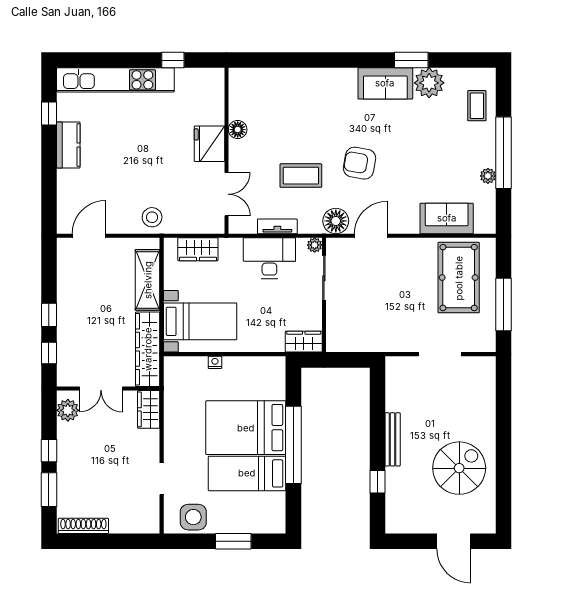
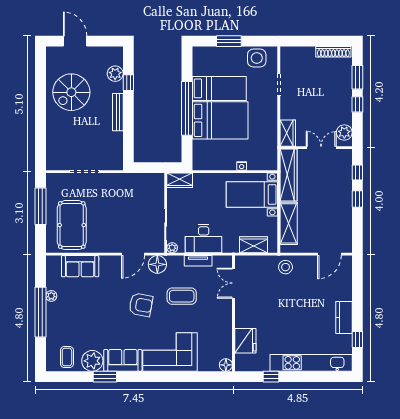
corner sofa: (318, 95) -> (170, 352), added
coffee table: (477, 106) -> (67, 357), moved
floor lamp: (238, 130) -> (226, 365), moved
fridge: (210, 144) -> (245, 341), moved
plant: (396, 495) -> (115, 74), added

